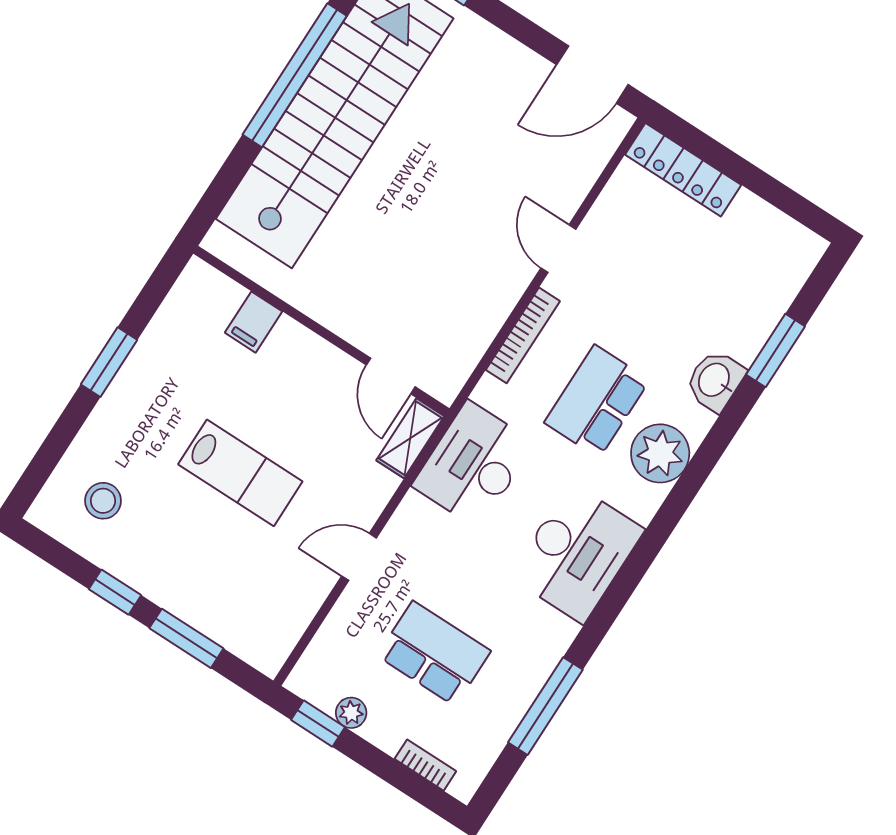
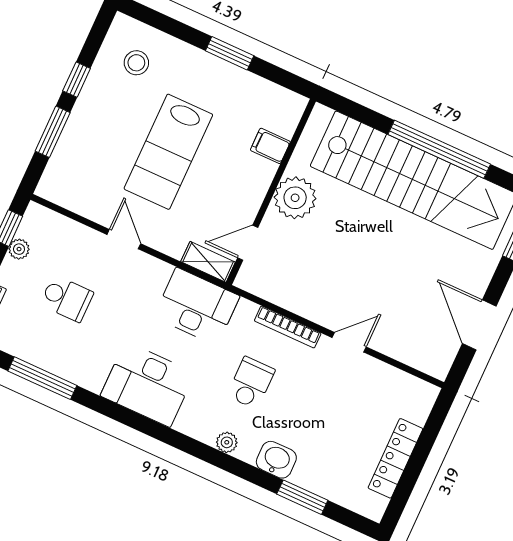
door: (592, 75) -> (479, 325), moved
locker: (683, 170) -> (395, 458), moved
plant: (335, 297) -> (295, 198), added
school desk: (597, 401) -> (251, 383), width x0.54
plant: (660, 453) -> (227, 442), width x0.53, depth x0.53
lab bench: (240, 473) -> (168, 152), width x1.36, depth x1.39
school desk: (434, 653) -> (67, 299), width x0.54

